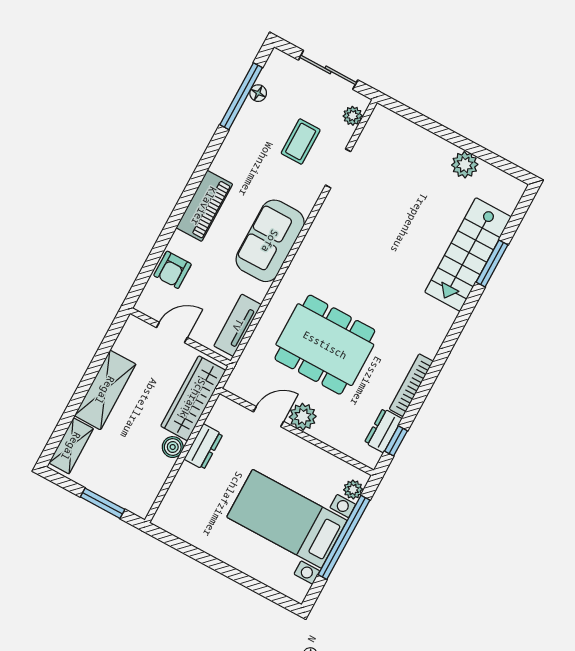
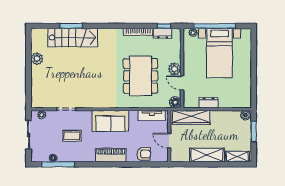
coffee table: (301, 142) -> (72, 136), moved
floor lamp: (239, 383) -> (175, 102), added
boiler: (173, 447) -> (245, 115), moved

